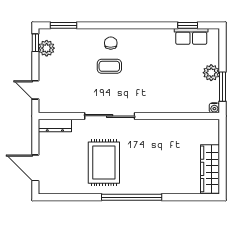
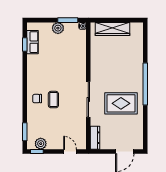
door: (35, 90) -> (70, 151), swing flipped
wardrobe: (210, 169) -> (112, 29), moved

